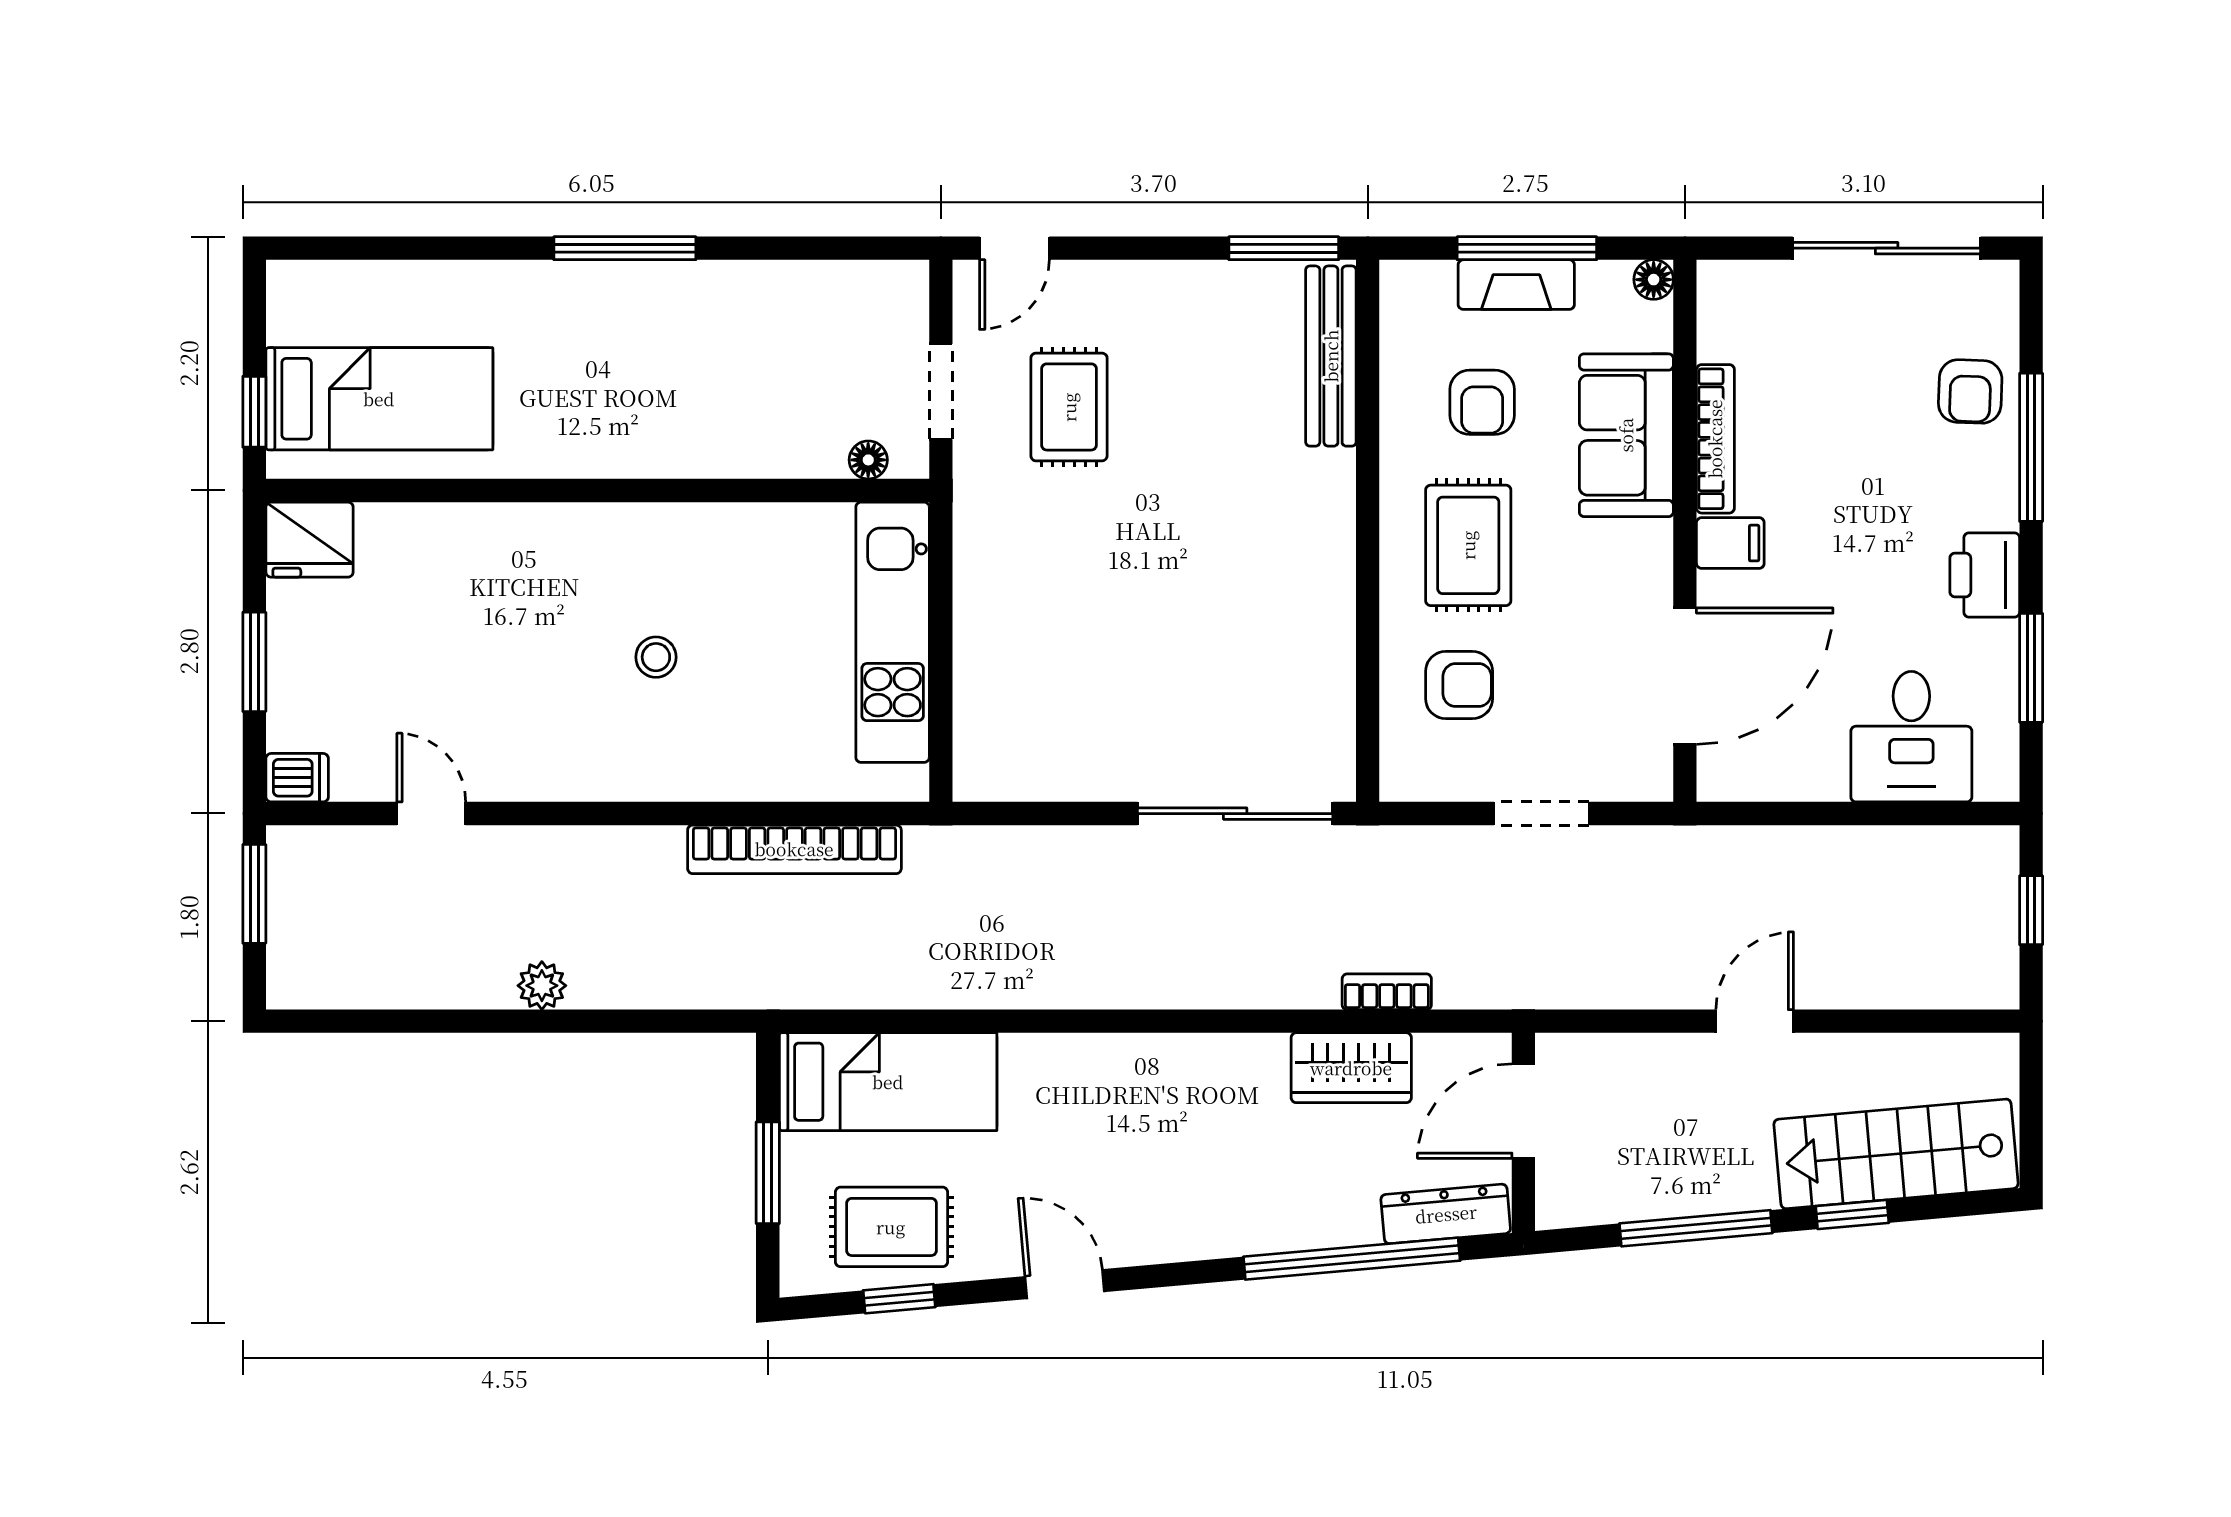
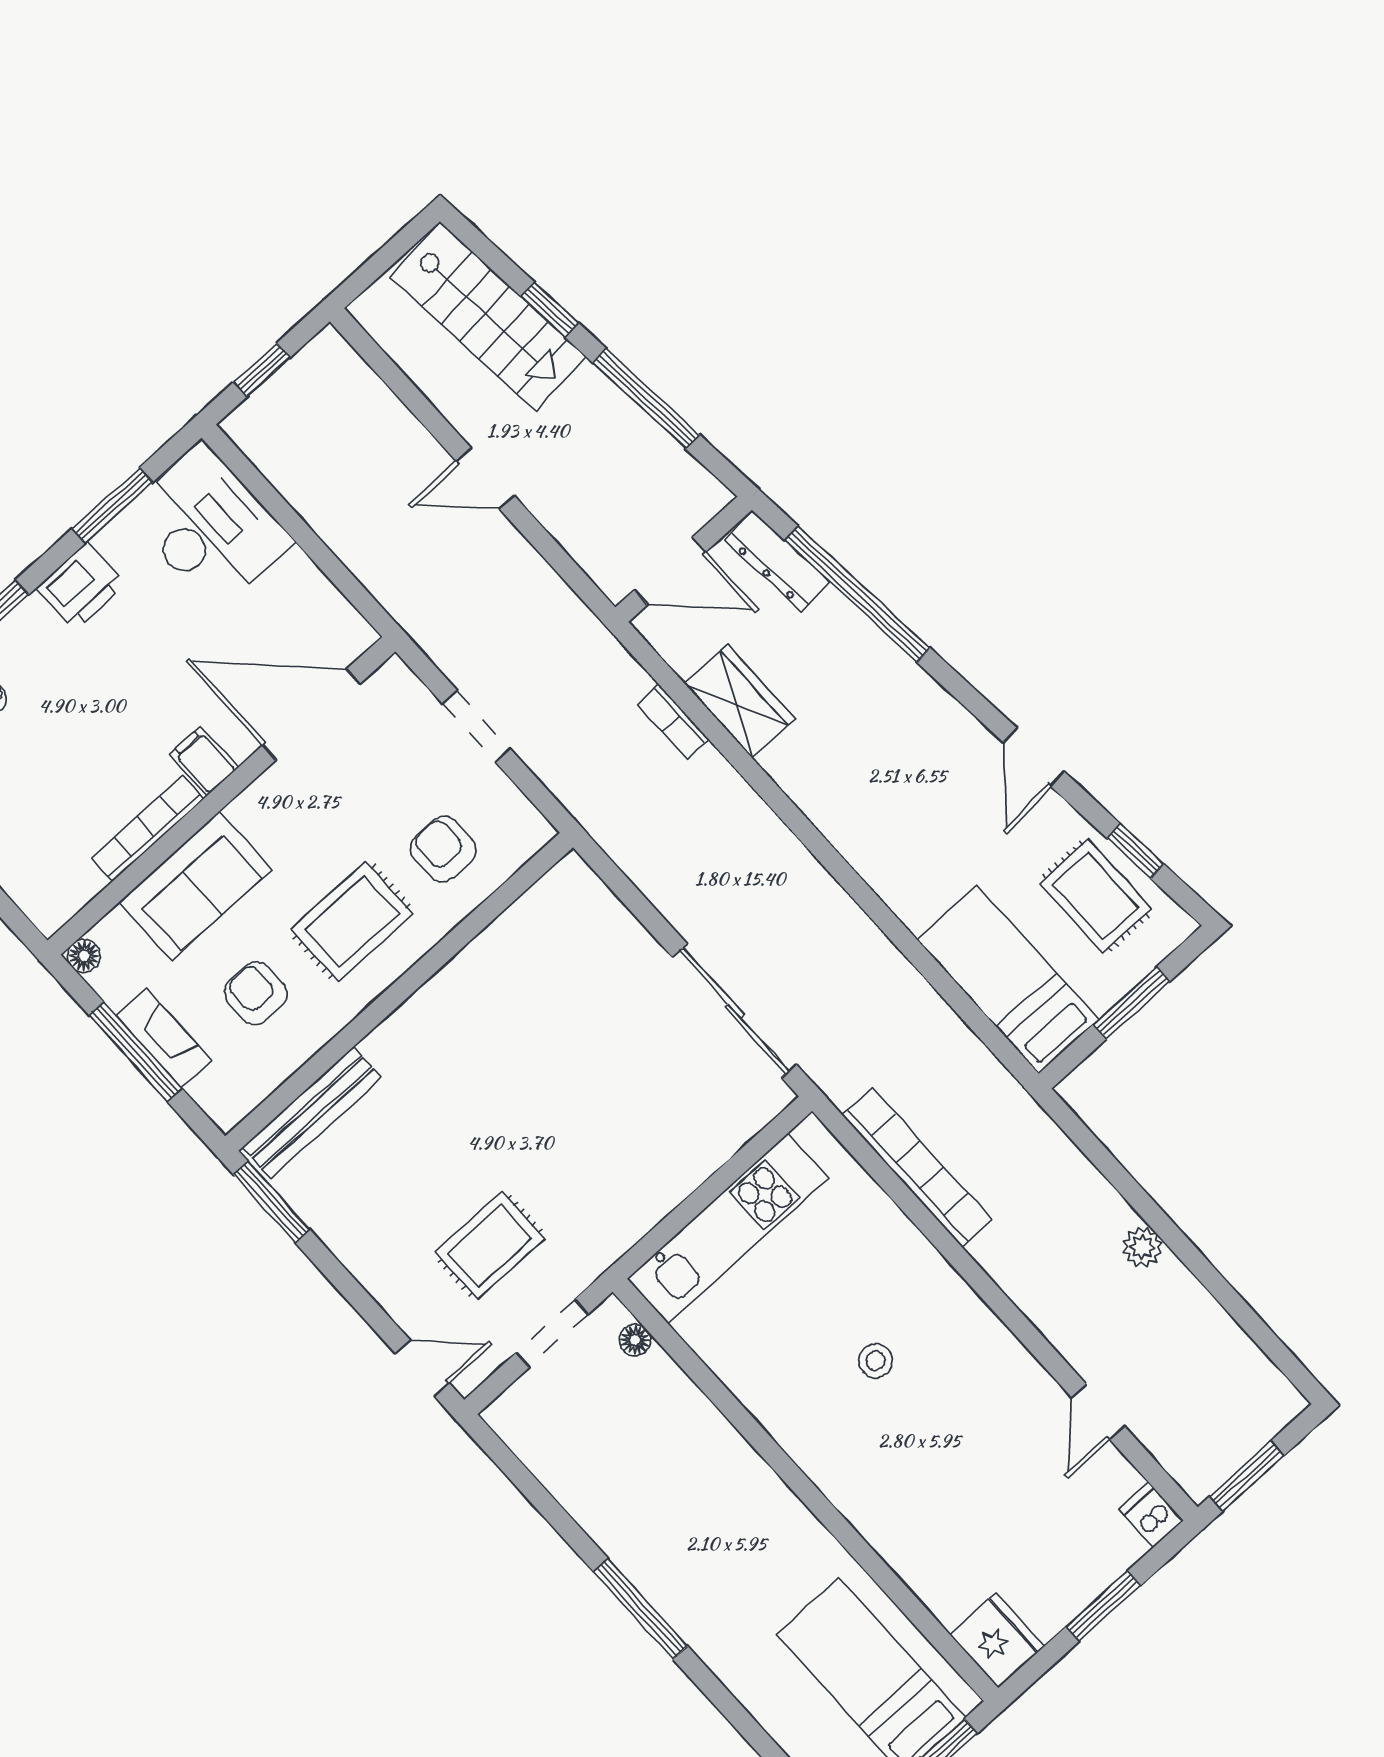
armchair: (1482, 402) -> (256, 993), turned -90
desk: (1911, 737) -> (209, 527), width x1.37
sliding door: (1235, 814) -> (734, 1011), moved

